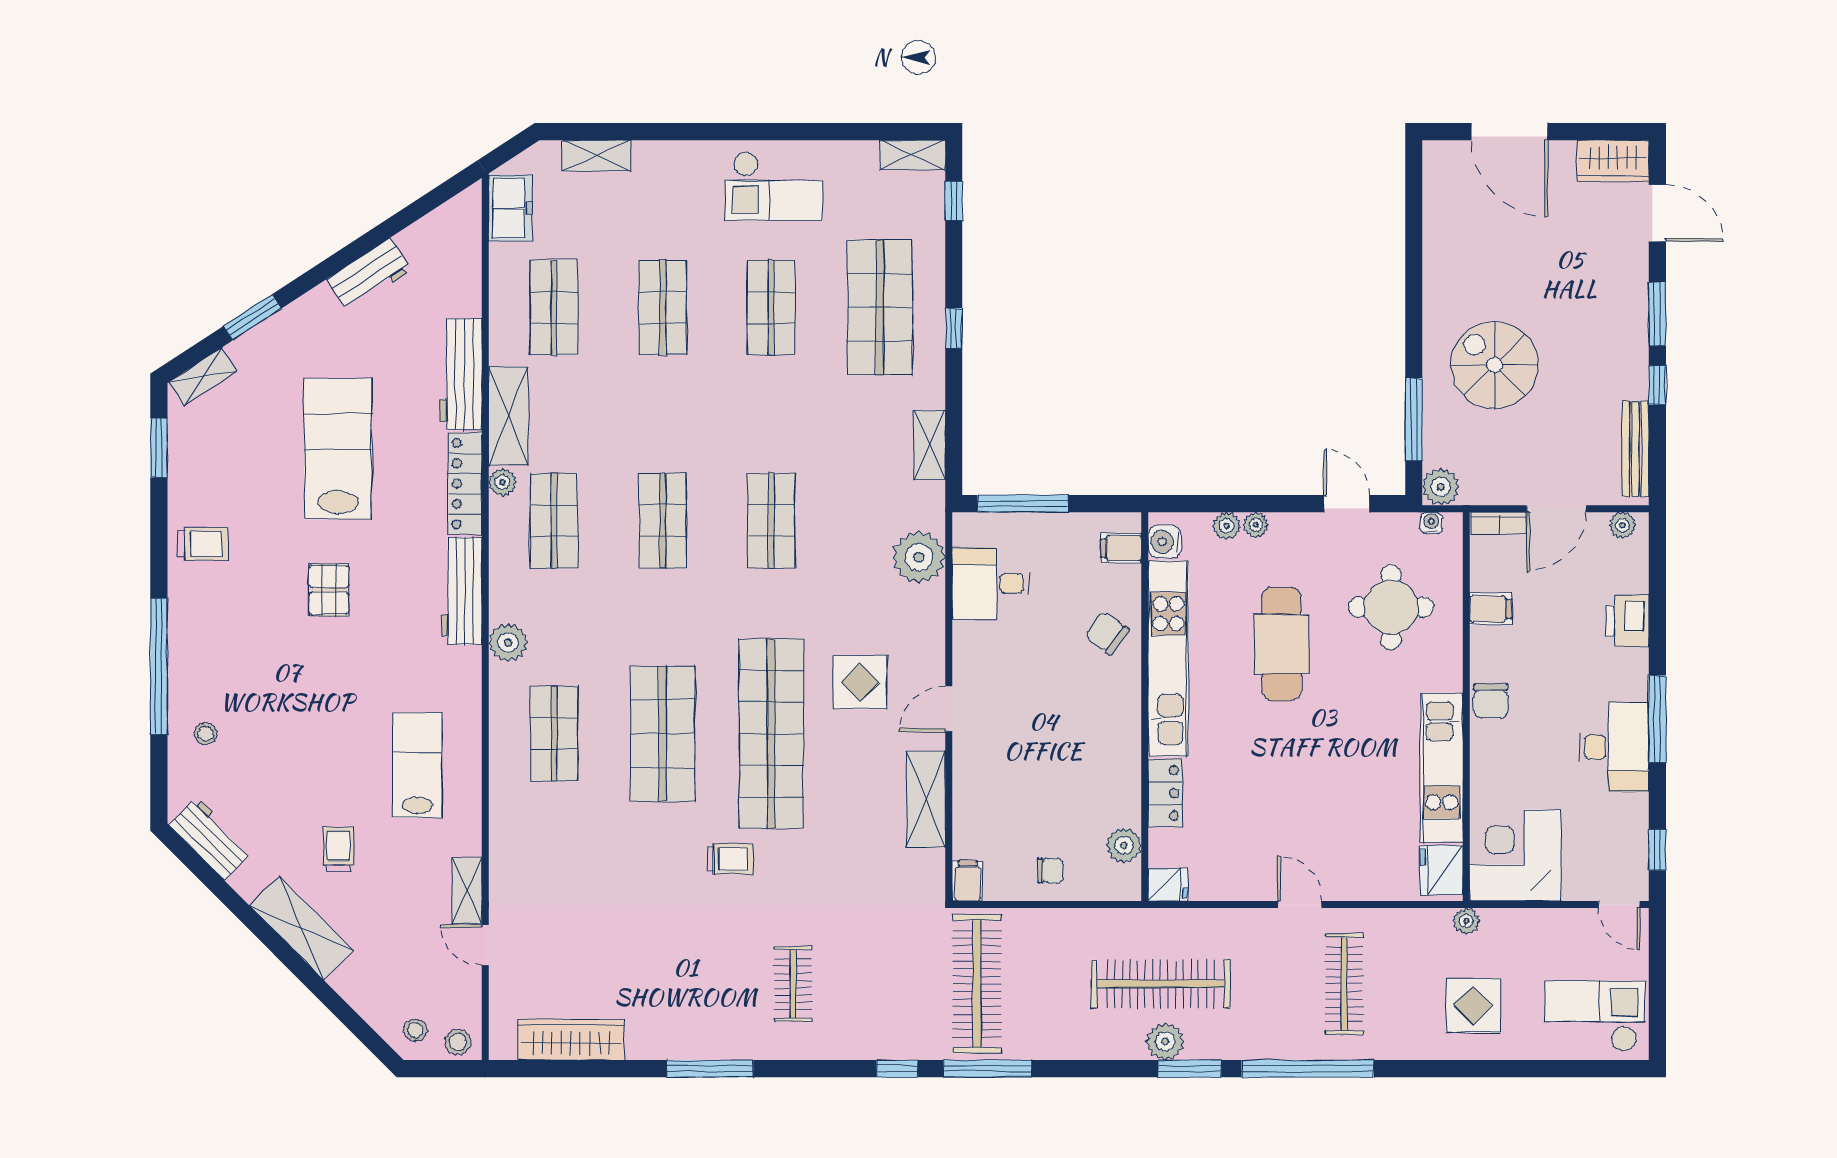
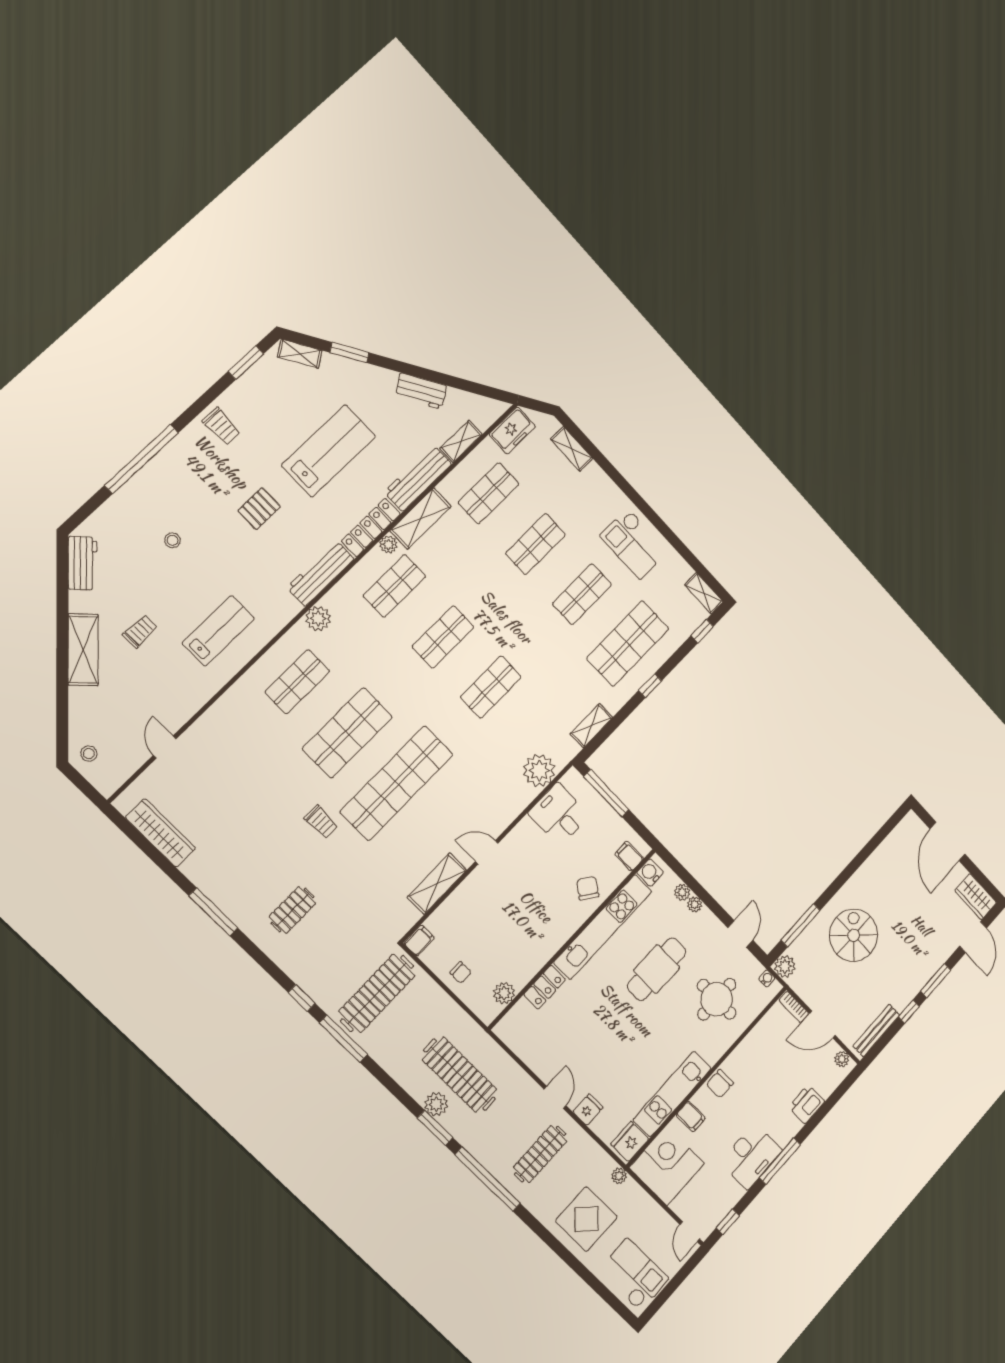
filing cabinet: (1491, 609) -> (691, 1116), moved
display table: (860, 682) -> (459, 800), removed
stool: (206, 734) -> (172, 540), moved
fridge: (1168, 885) -> (588, 1110), moved, turned -90
shelving: (467, 891) -> (461, 441), moved
display table: (1473, 1006) -> (586, 1219), width x1.36, depth x1.36
stool: (458, 1042) -> (104, 780), removed

